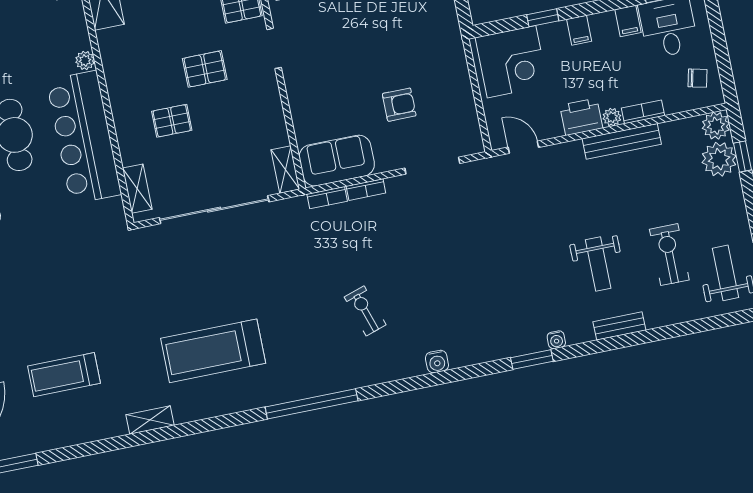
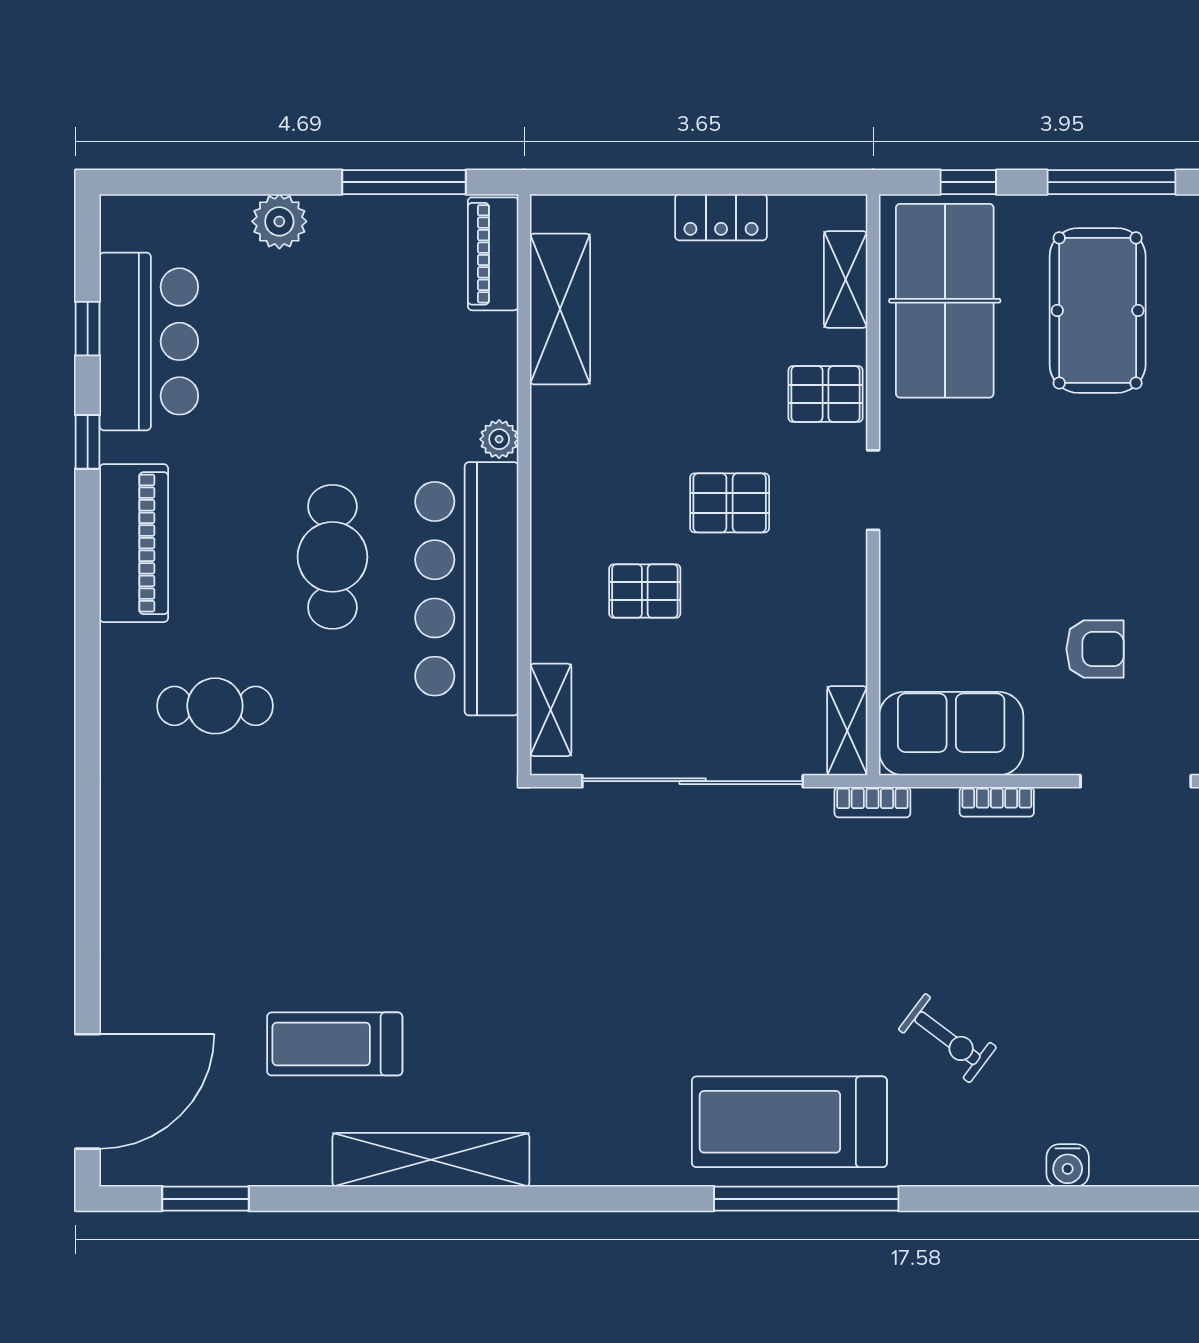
bookcase: (327, 198) -> (872, 802), moved
exercise bike: (365, 311) -> (947, 1038), turned 145
treadmill: (213, 351) -> (789, 1122), moved
shelving: (150, 420) -> (431, 1160), width x2.20, depth x1.33

